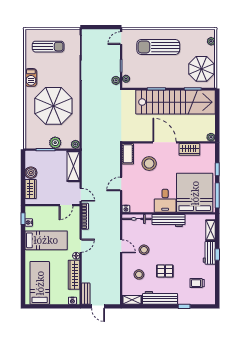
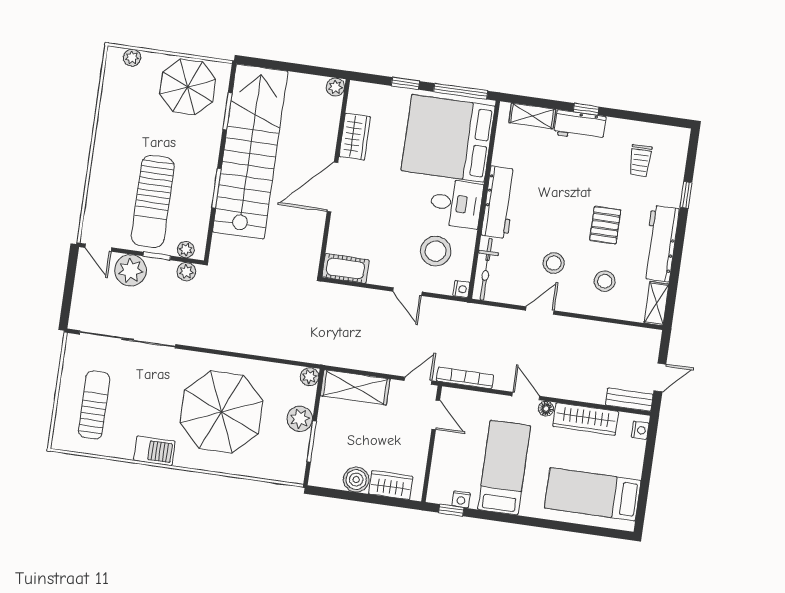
sun lounger: (158, 47) -> (153, 201), moved
plant: (113, 55) -> (130, 270), added
stool: (149, 164) -> (436, 251), moved

